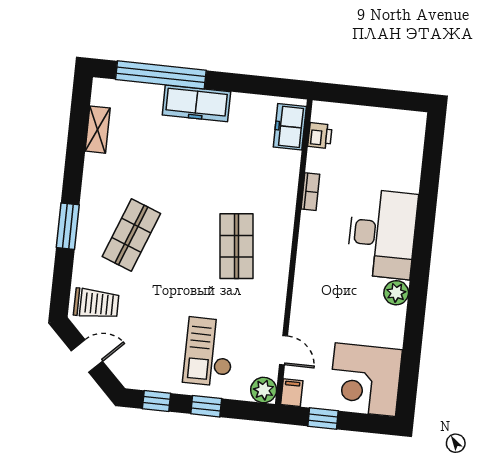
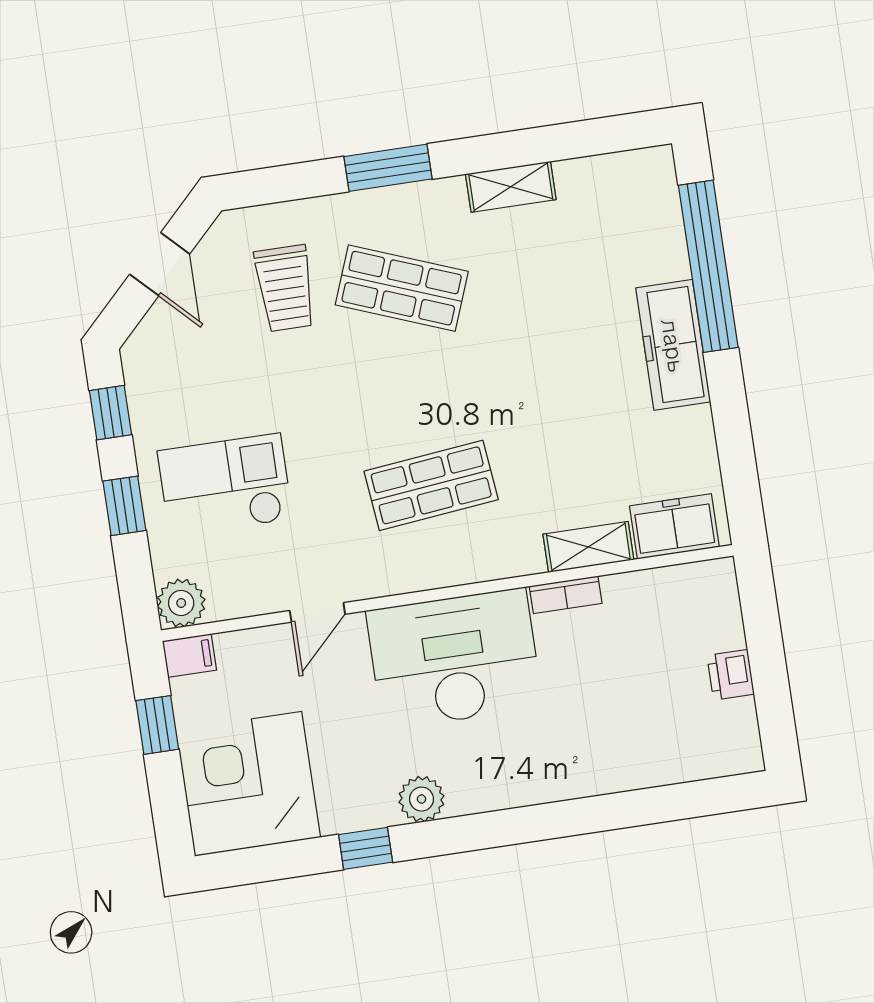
shelving: (98, 130) -> (511, 187), moved
printer: (320, 136) -> (731, 675), moved, turned 90
shelving: (289, 174) -> (588, 547), added
desk: (382, 234) -> (454, 659), moved, turned 180
trolley: (96, 304) -> (285, 288), moved
window: (414, 328) -> (366, 848), added
door: (284, 350) -> (317, 612), moved

